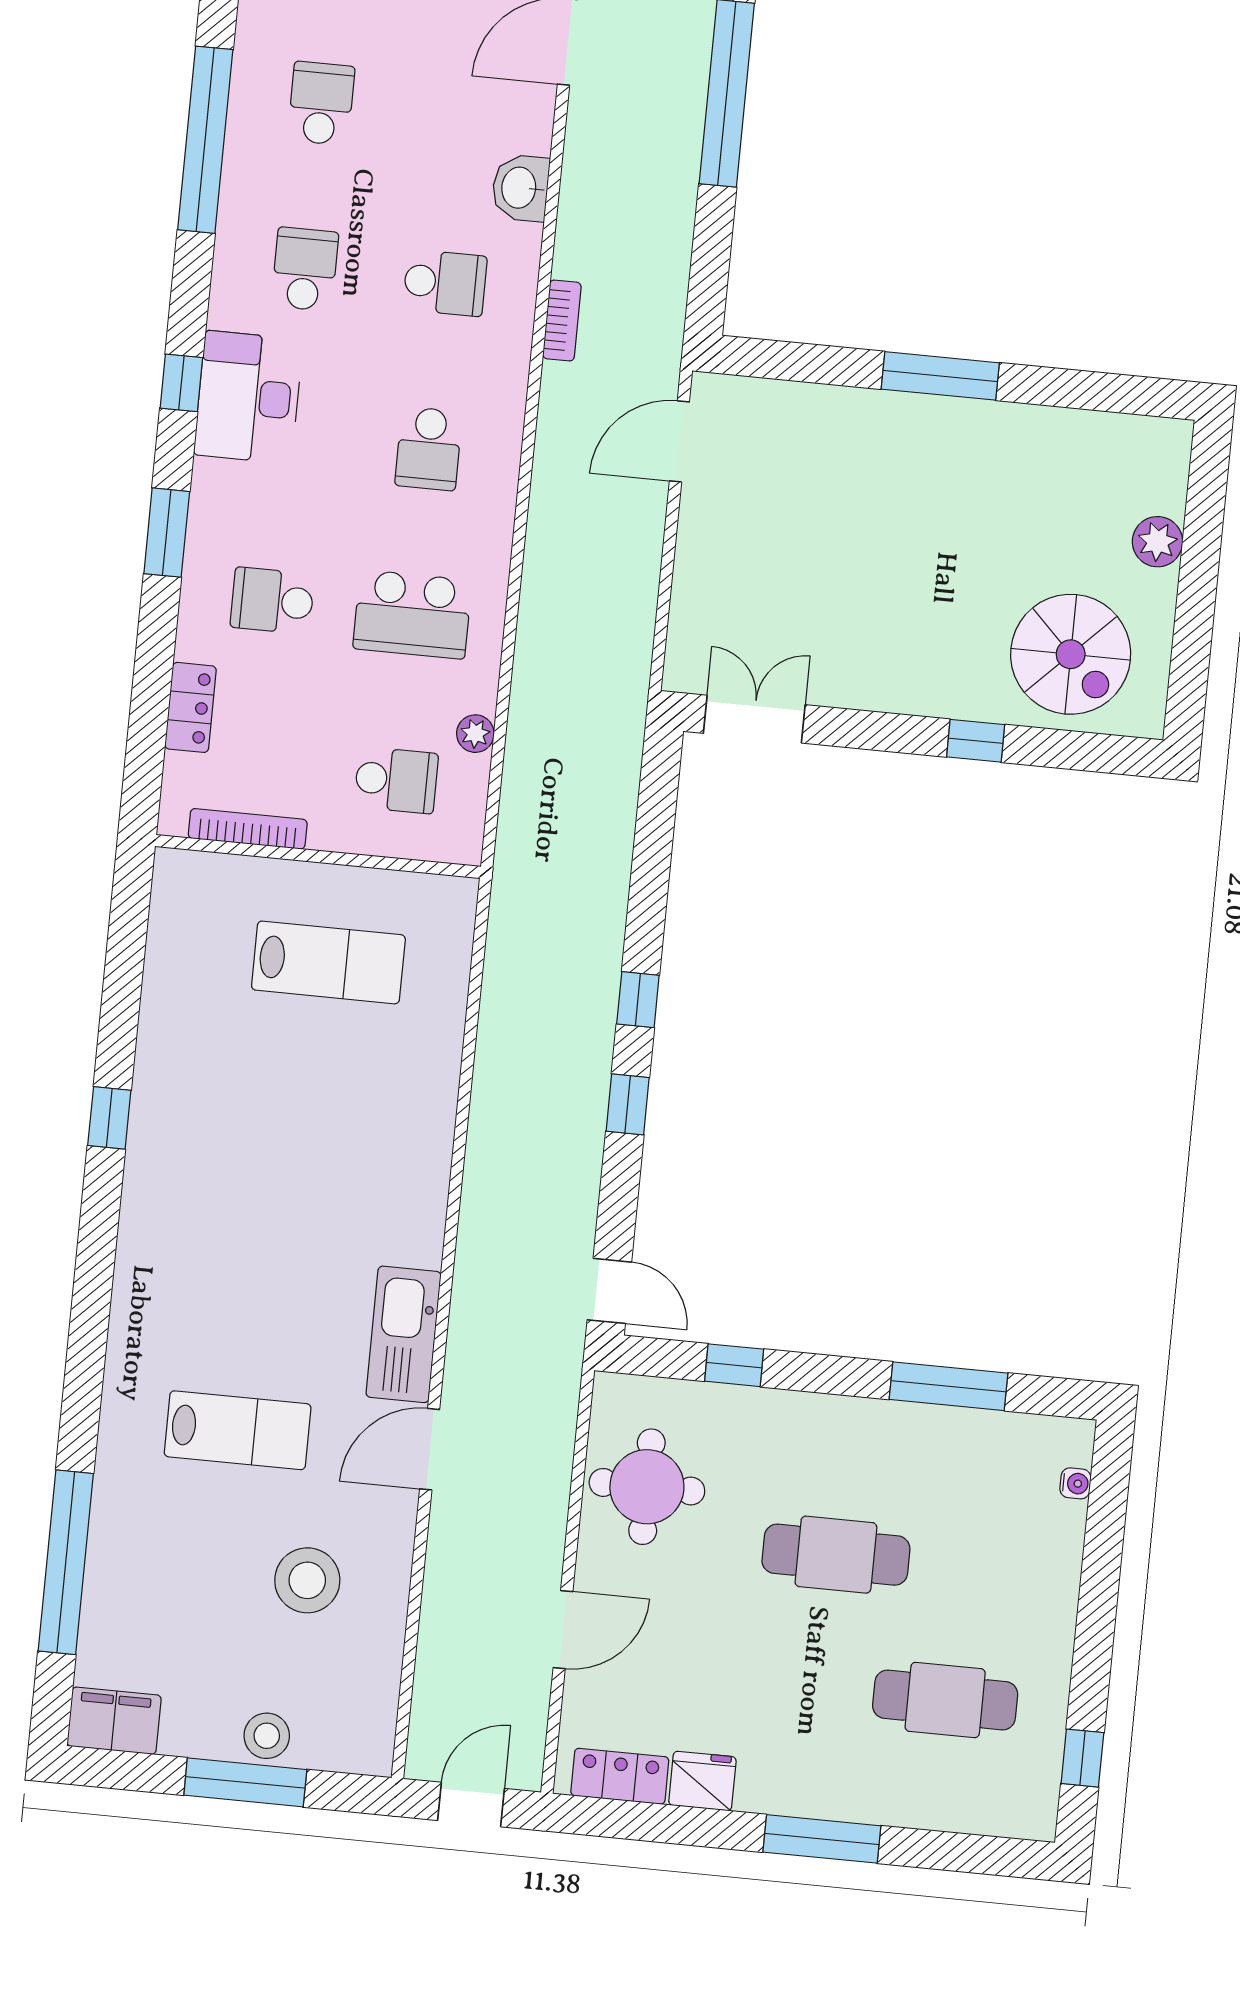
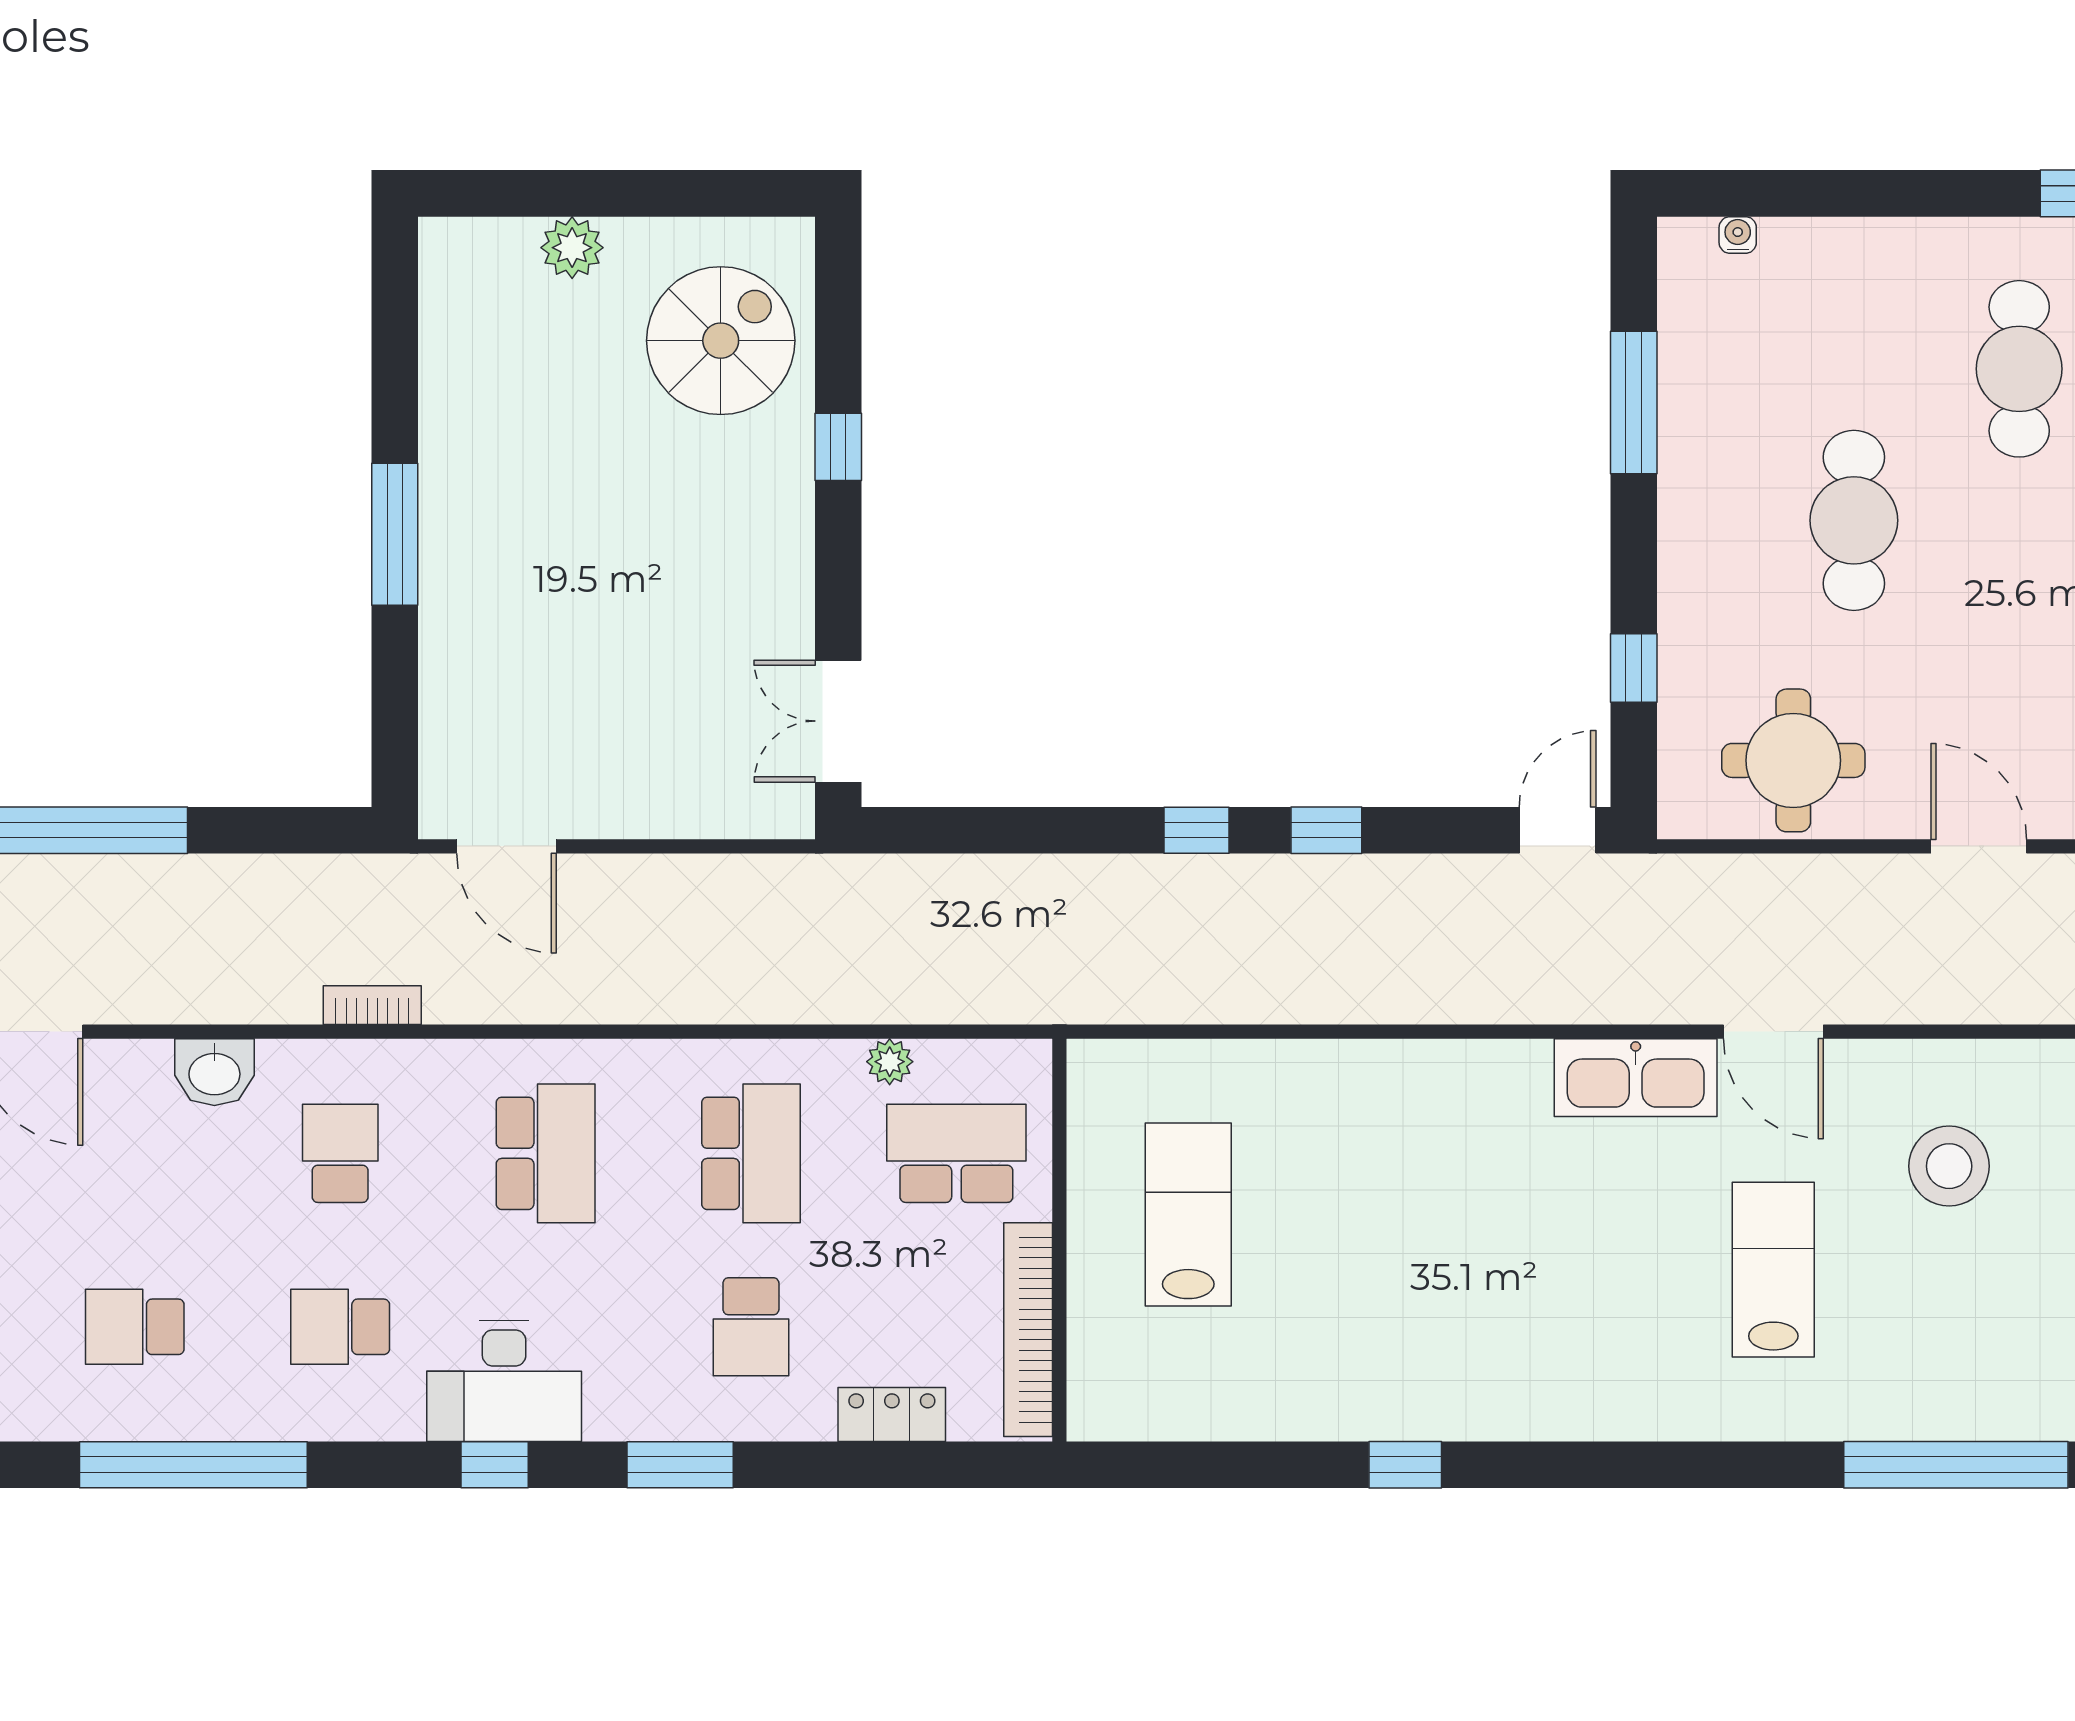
school desk: (429, 449) -> (546, 1153), width x1.85
school desk: (396, 780) -> (956, 1153), width x1.85
bookcase: (248, 829) -> (1028, 1330), width x1.48, depth x1.31

